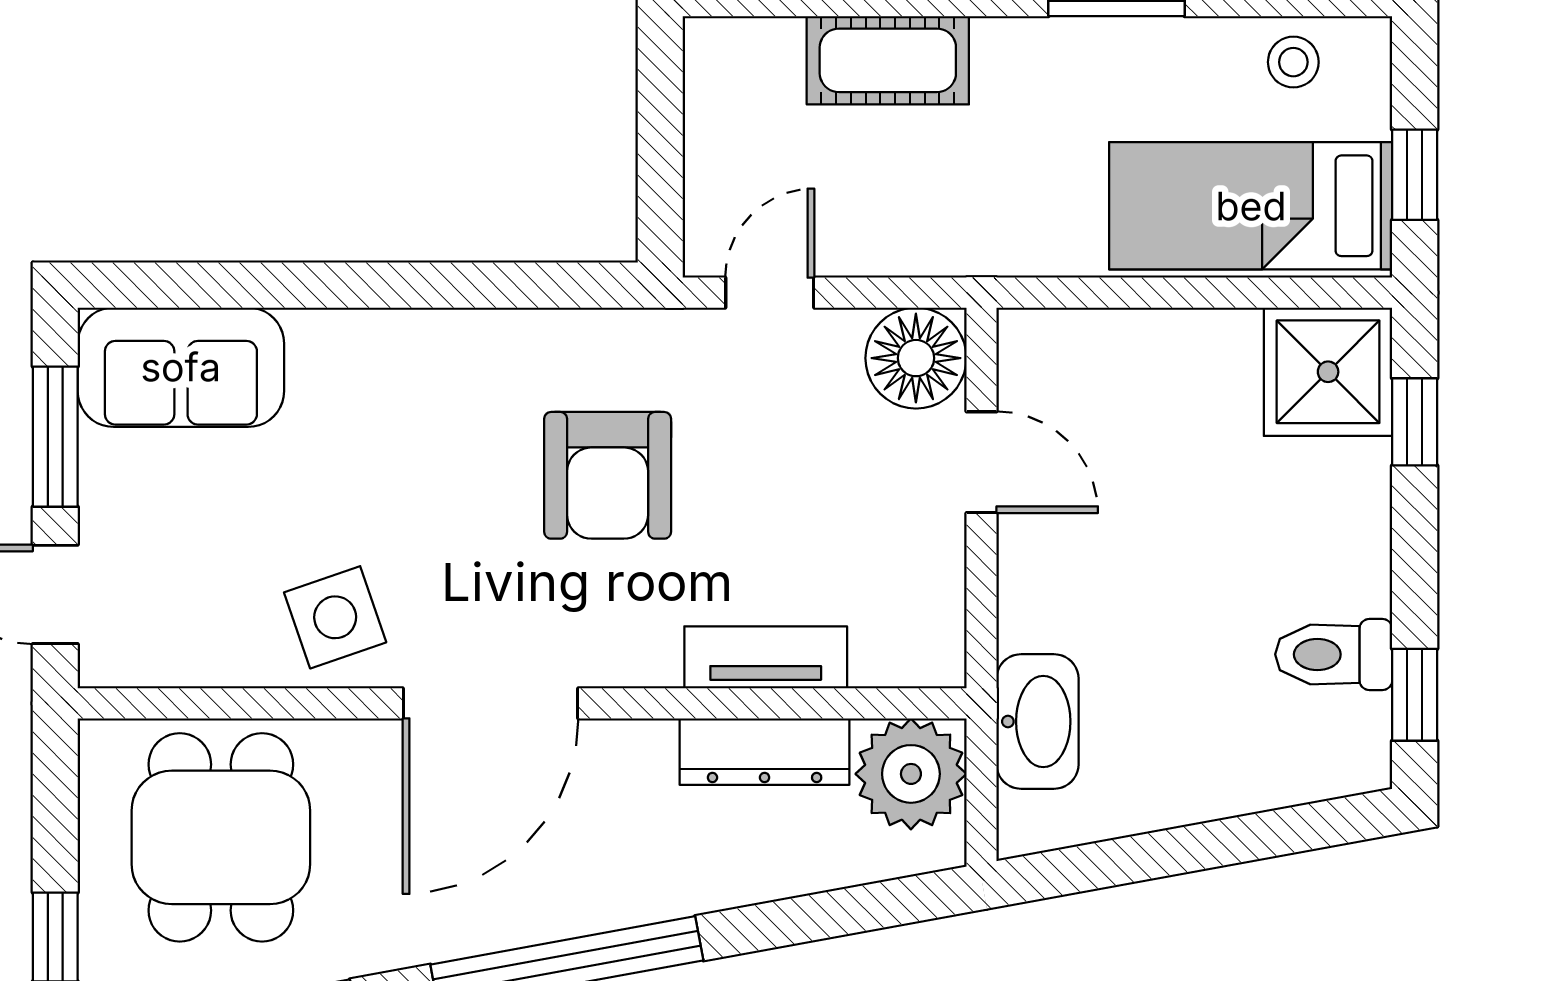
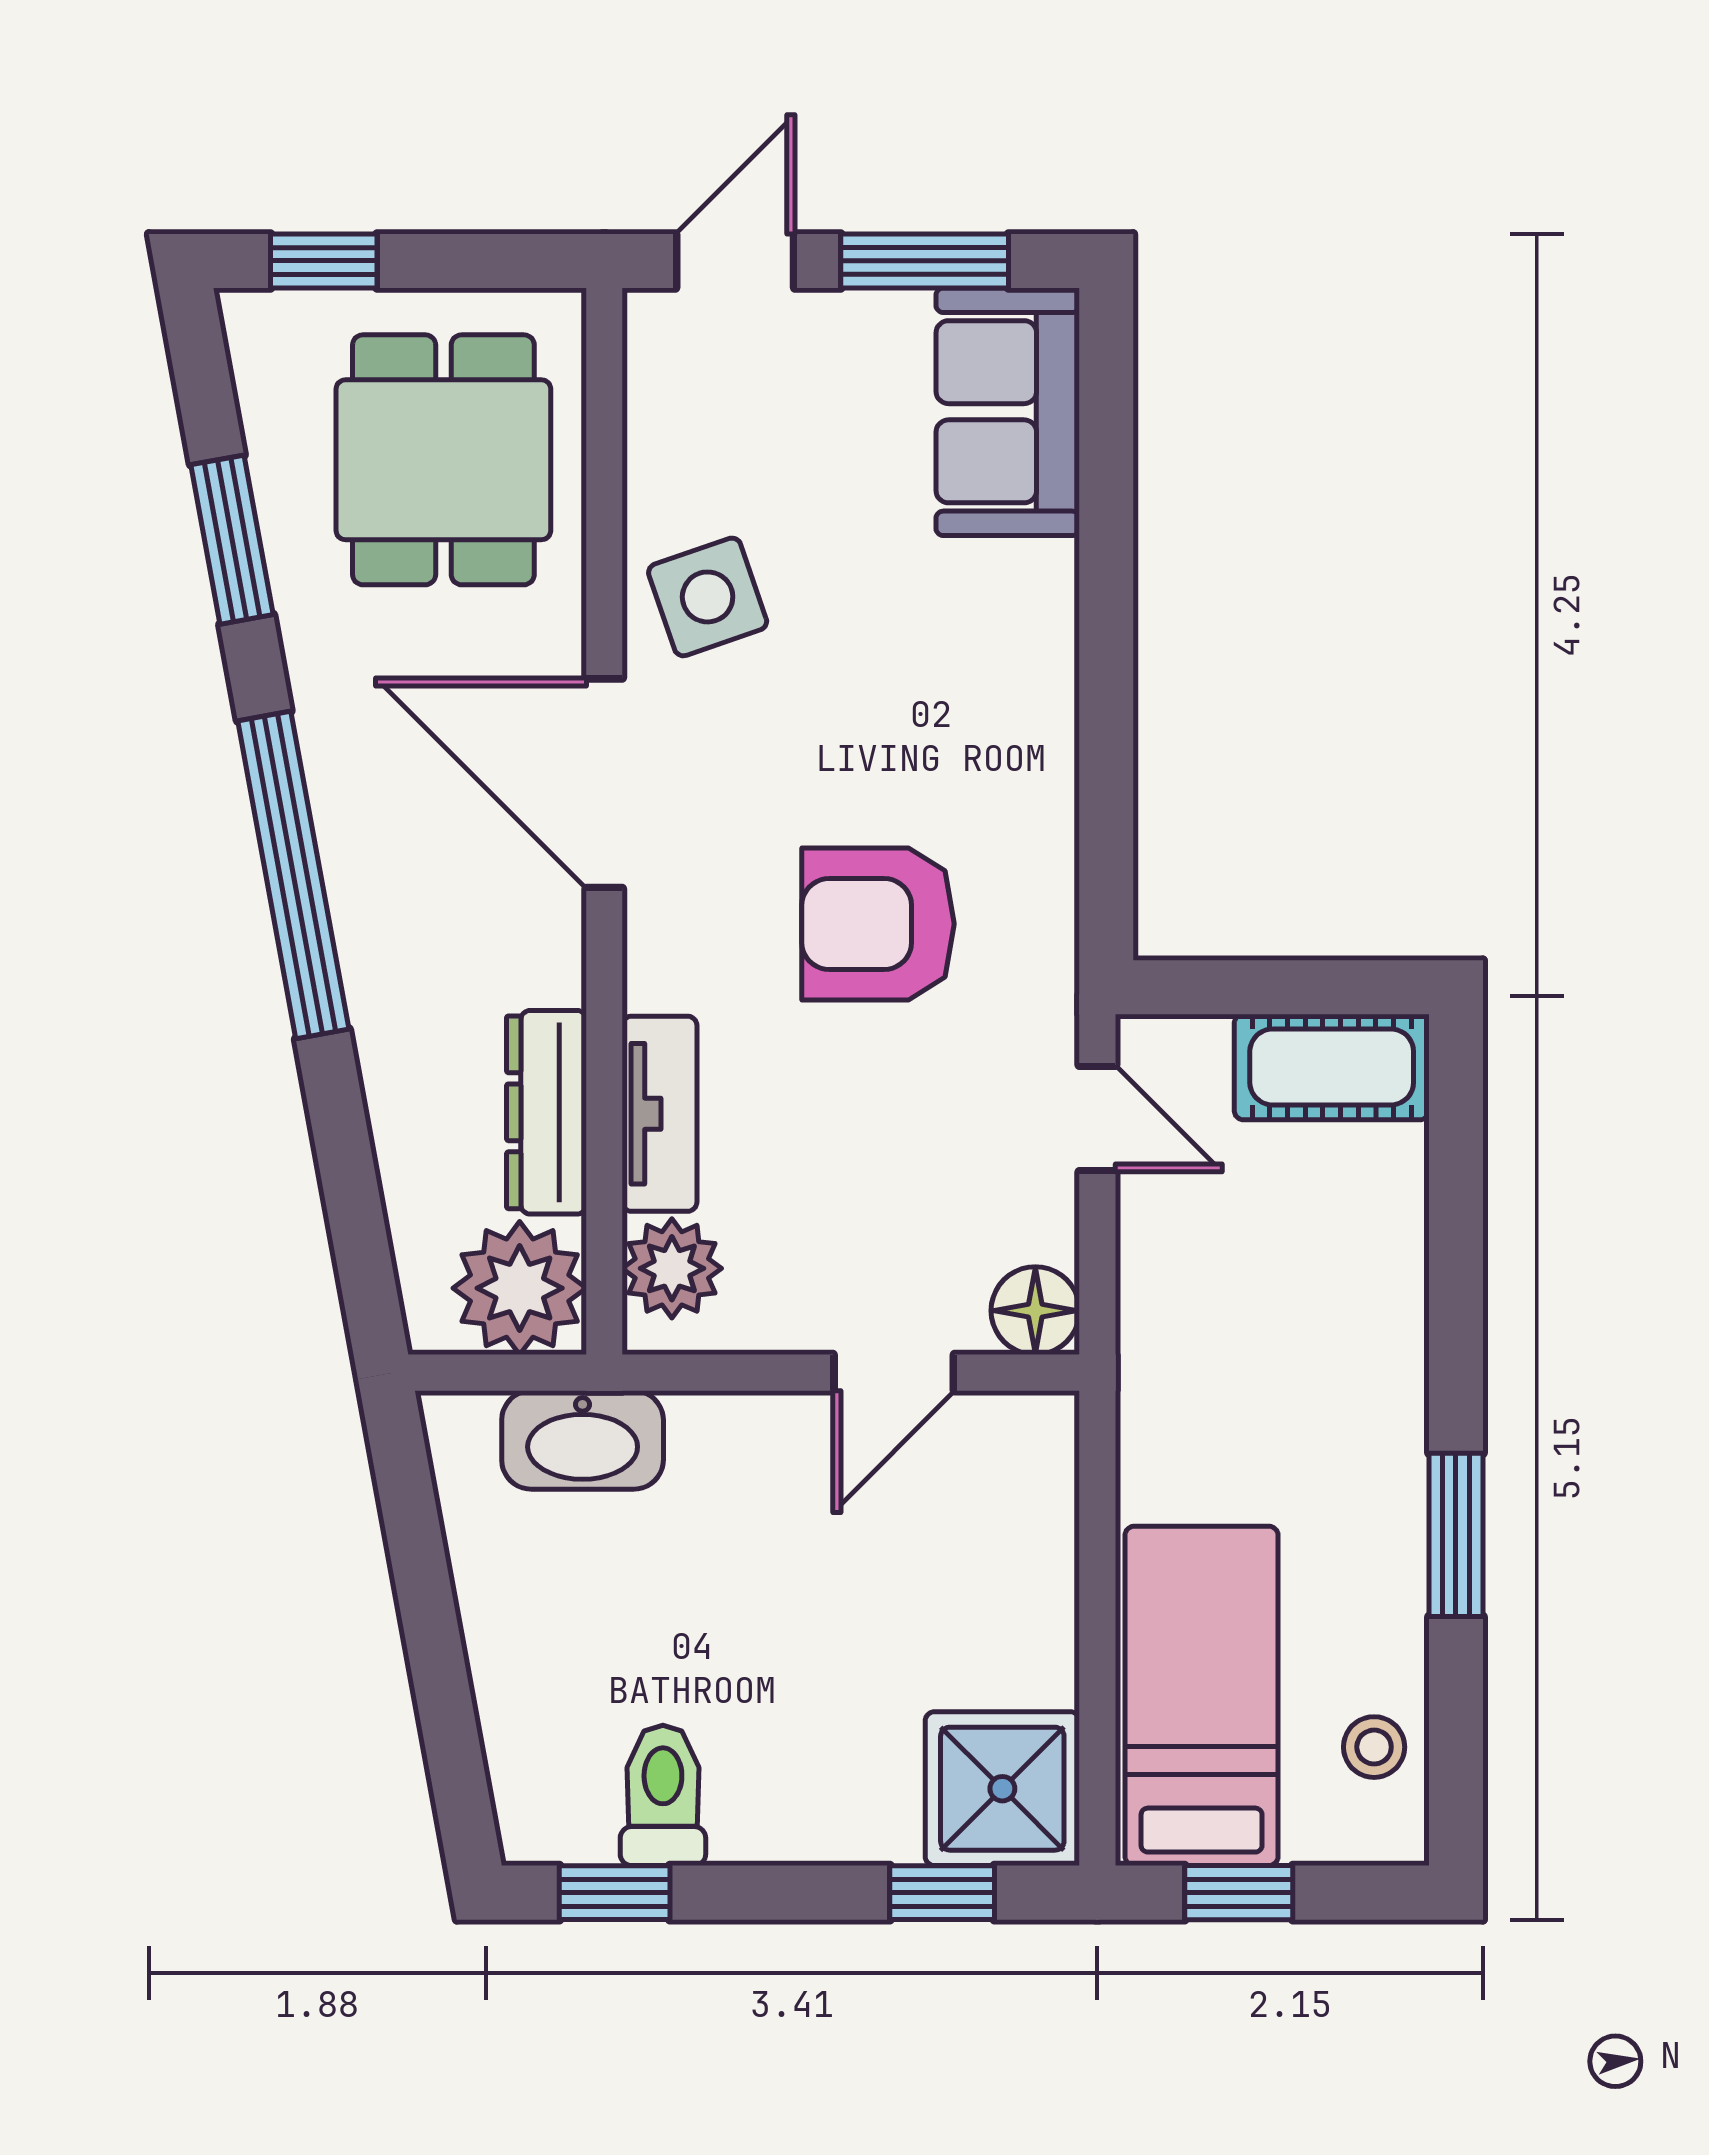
cot: (888, 60) -> (1332, 1067), moved, turned 90
floor lamp: (916, 358) -> (1035, 1311), width x0.73, depth x0.73
plant: (895, 647) -> (672, 1268), added
dining table: (221, 837) -> (443, 460), turned 90

